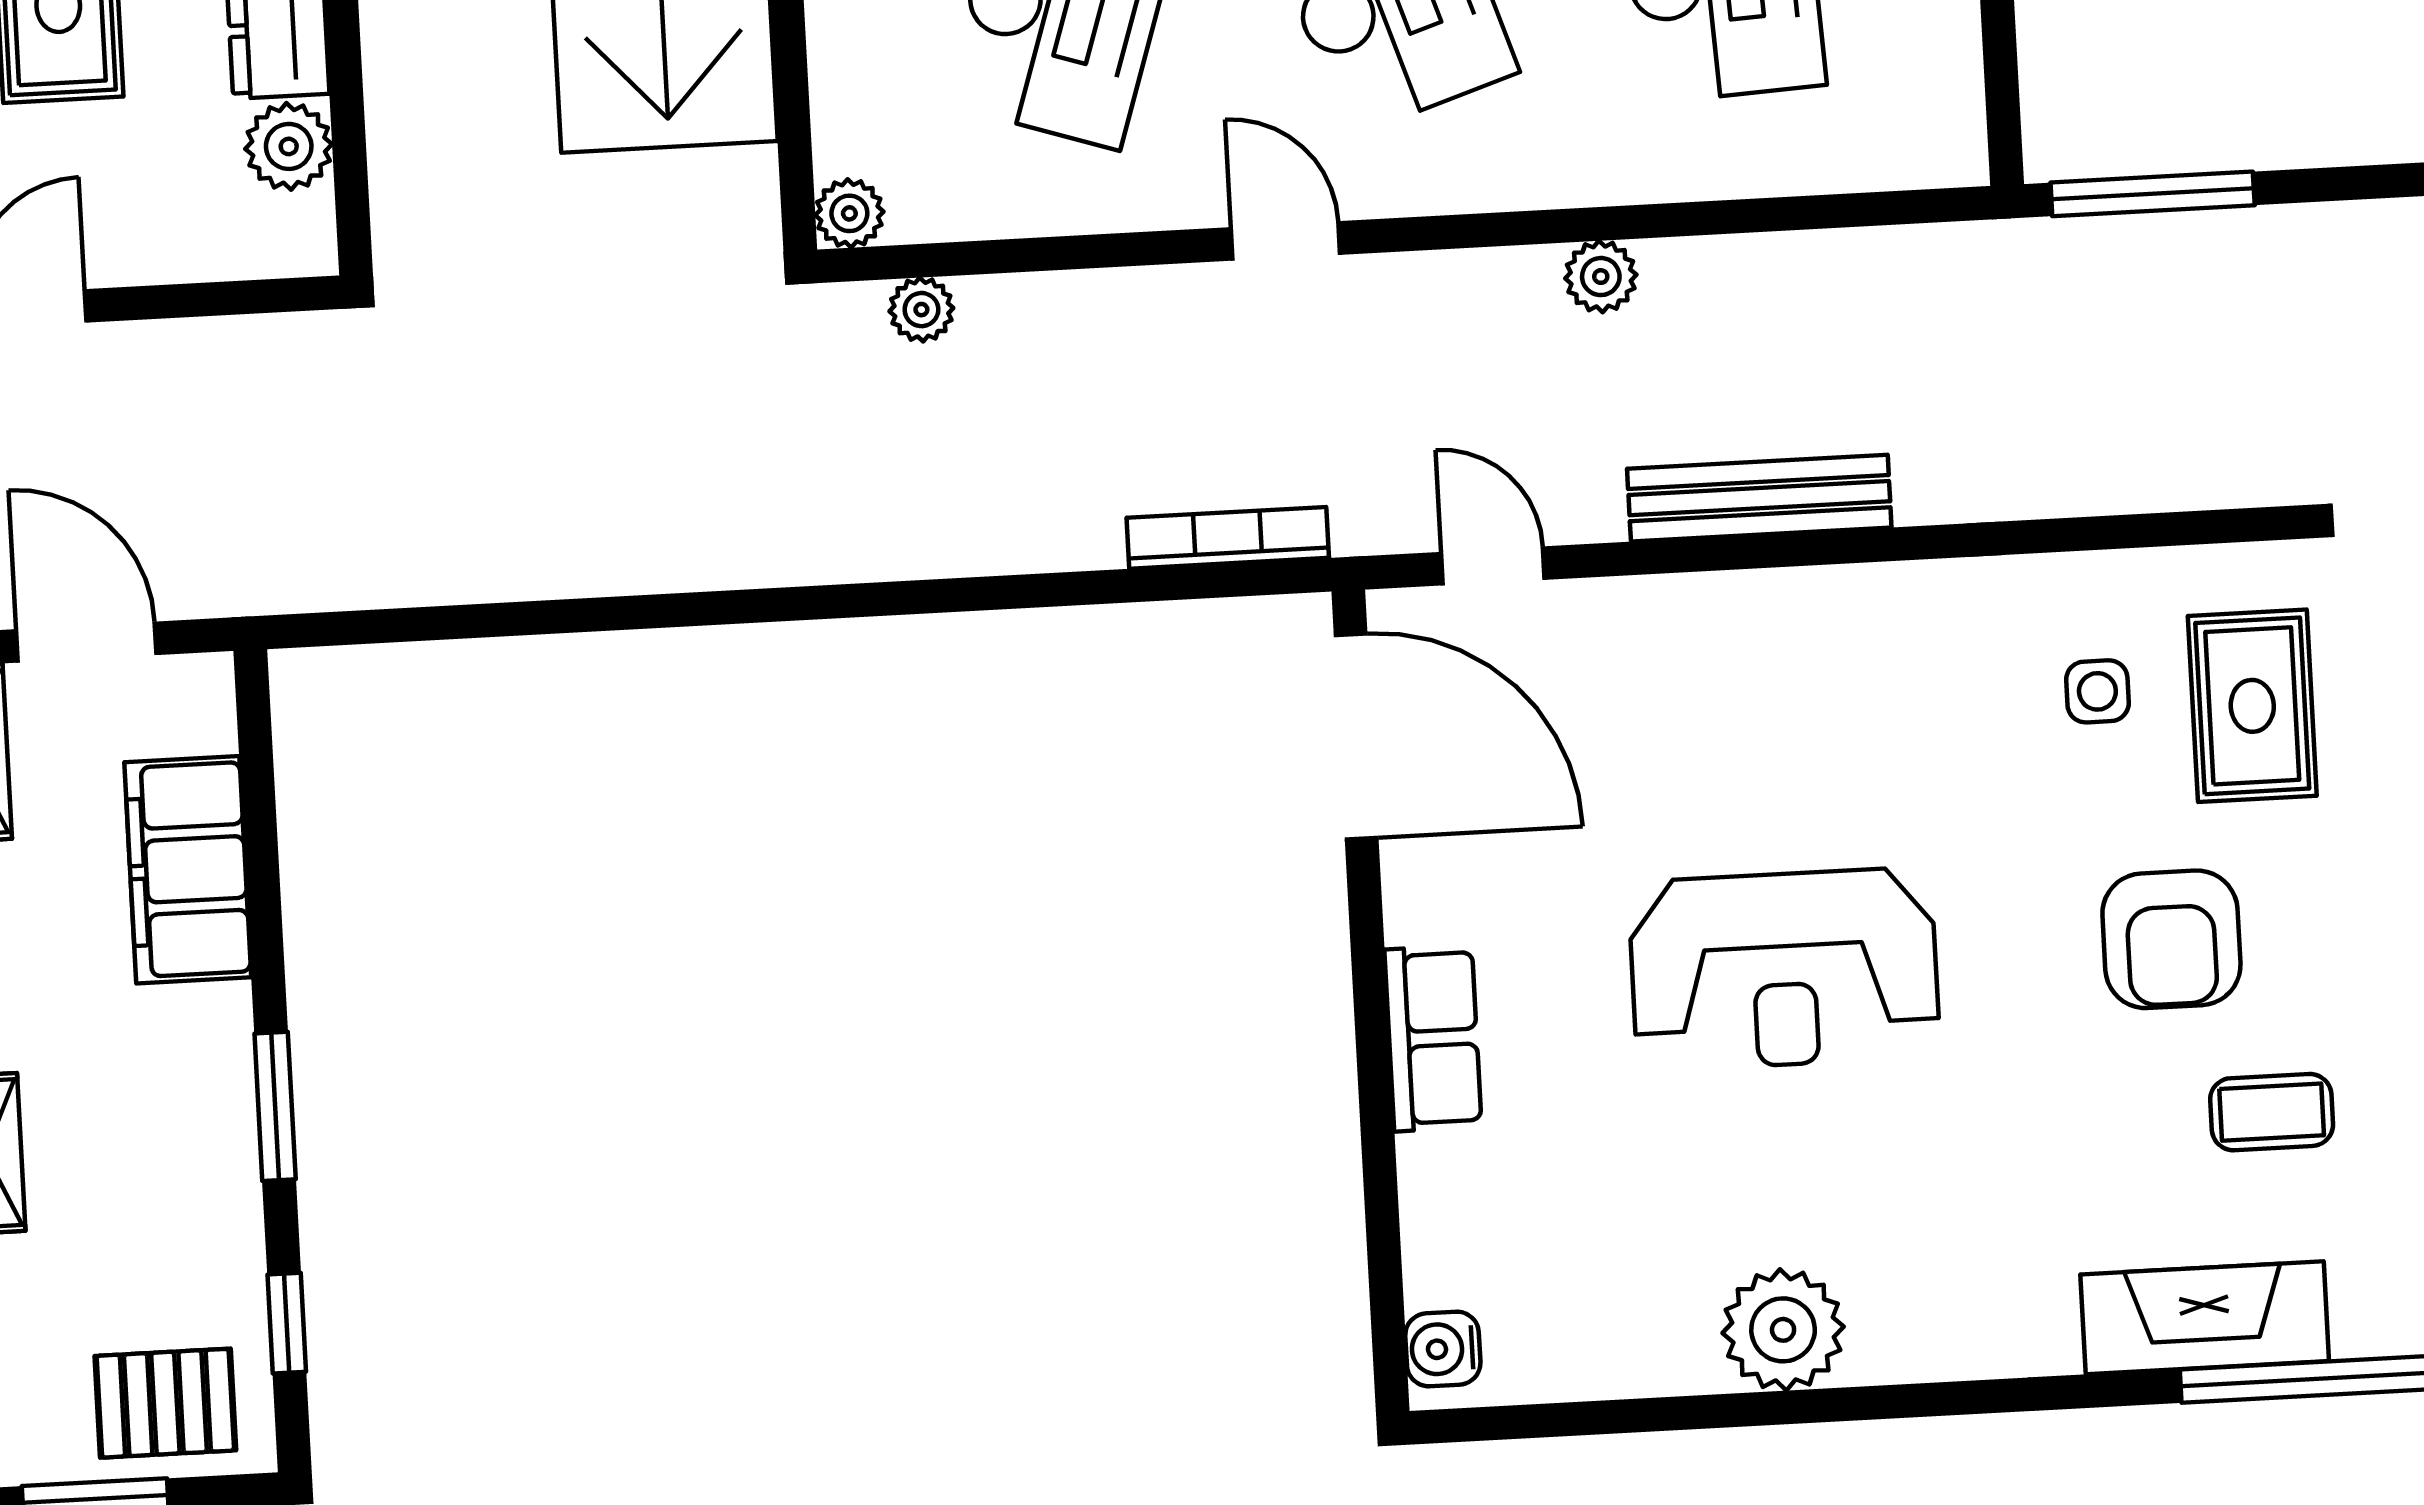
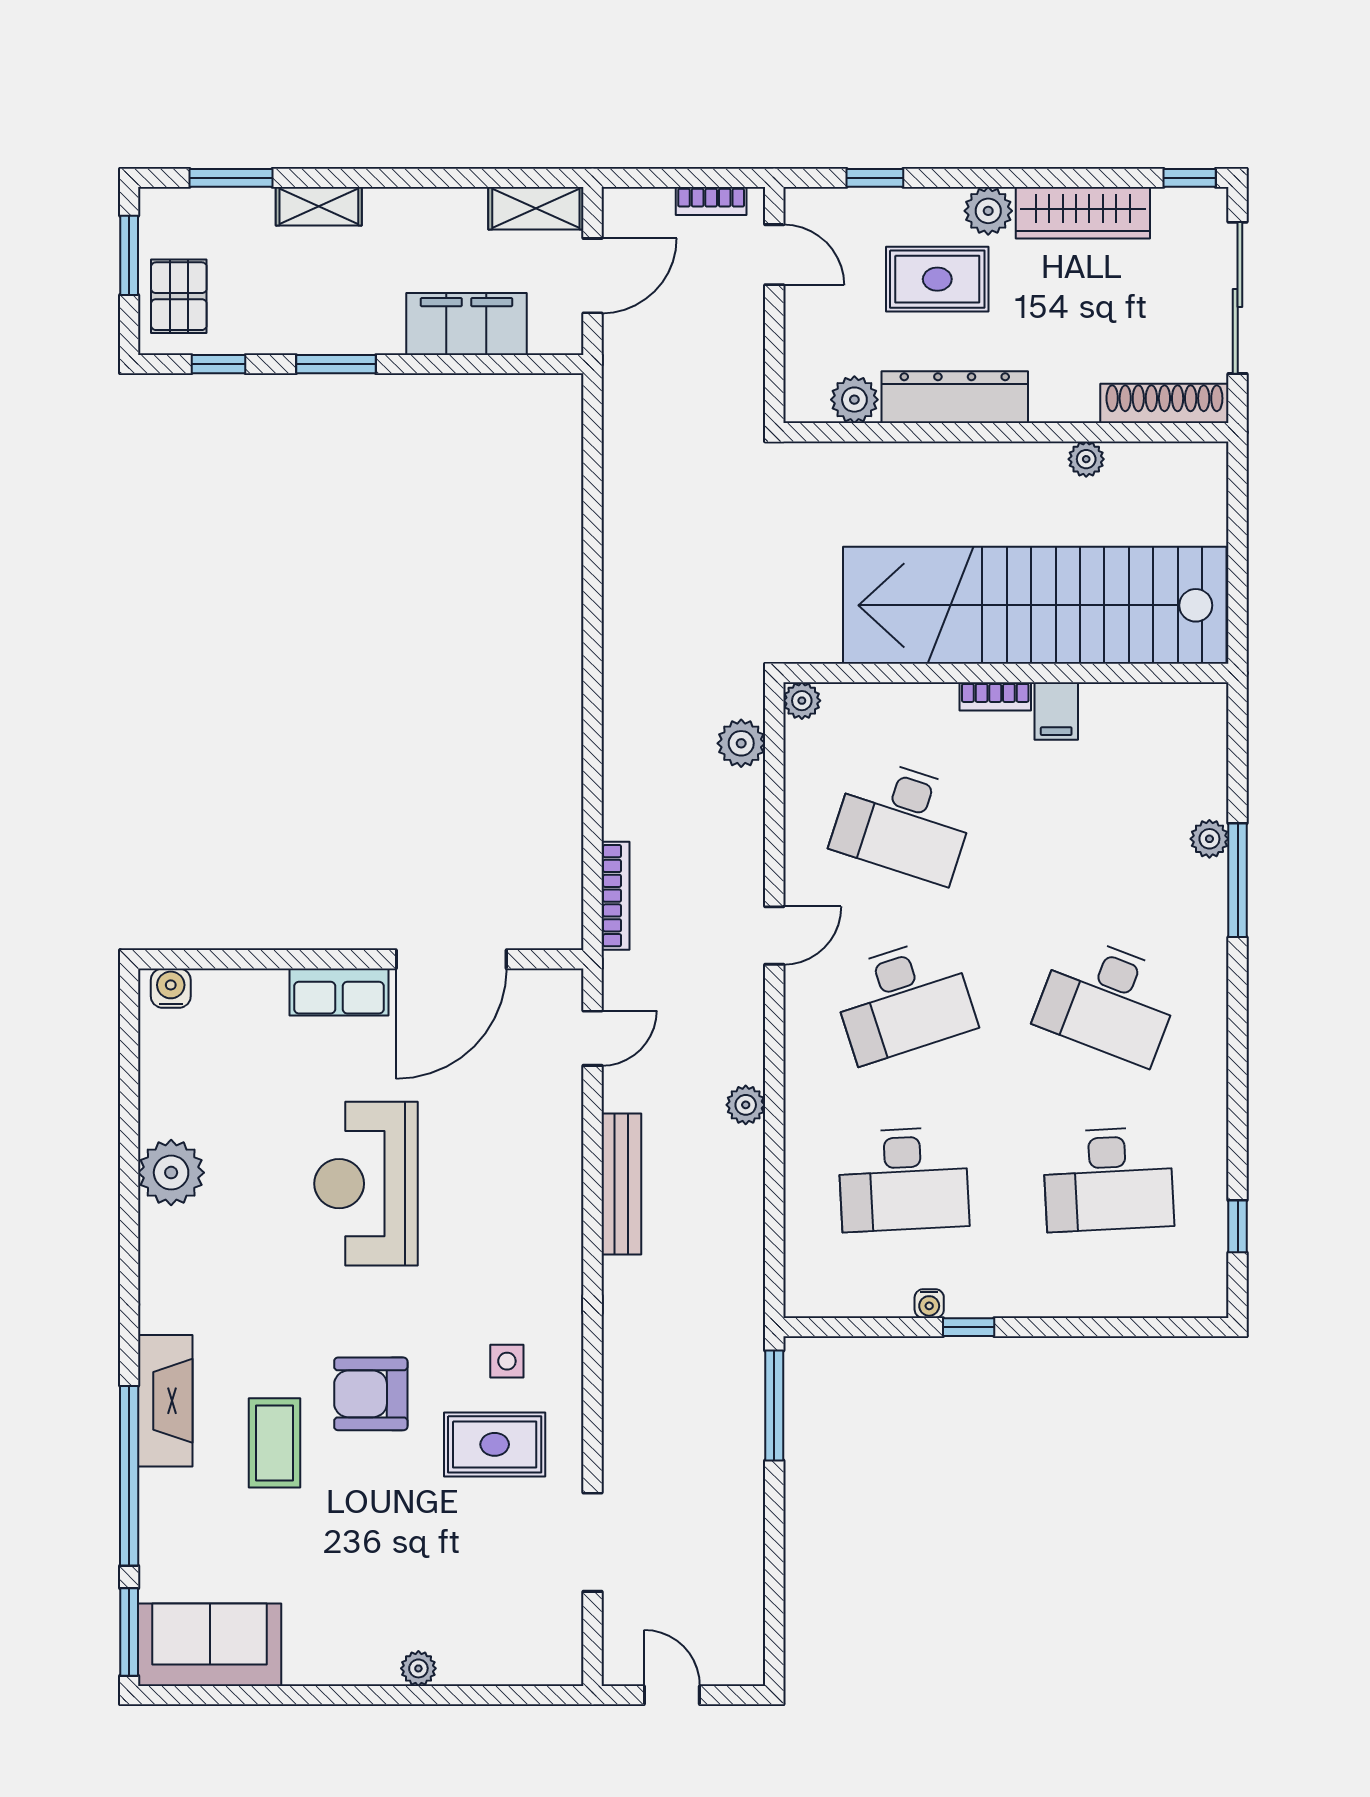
plant: (921, 310) -> (741, 743), width x1.38, depth x1.38
door: (1356, 736) -> (451, 959), moved
coffee table: (2272, 1112) -> (274, 1443), width x1.36, depth x1.30

